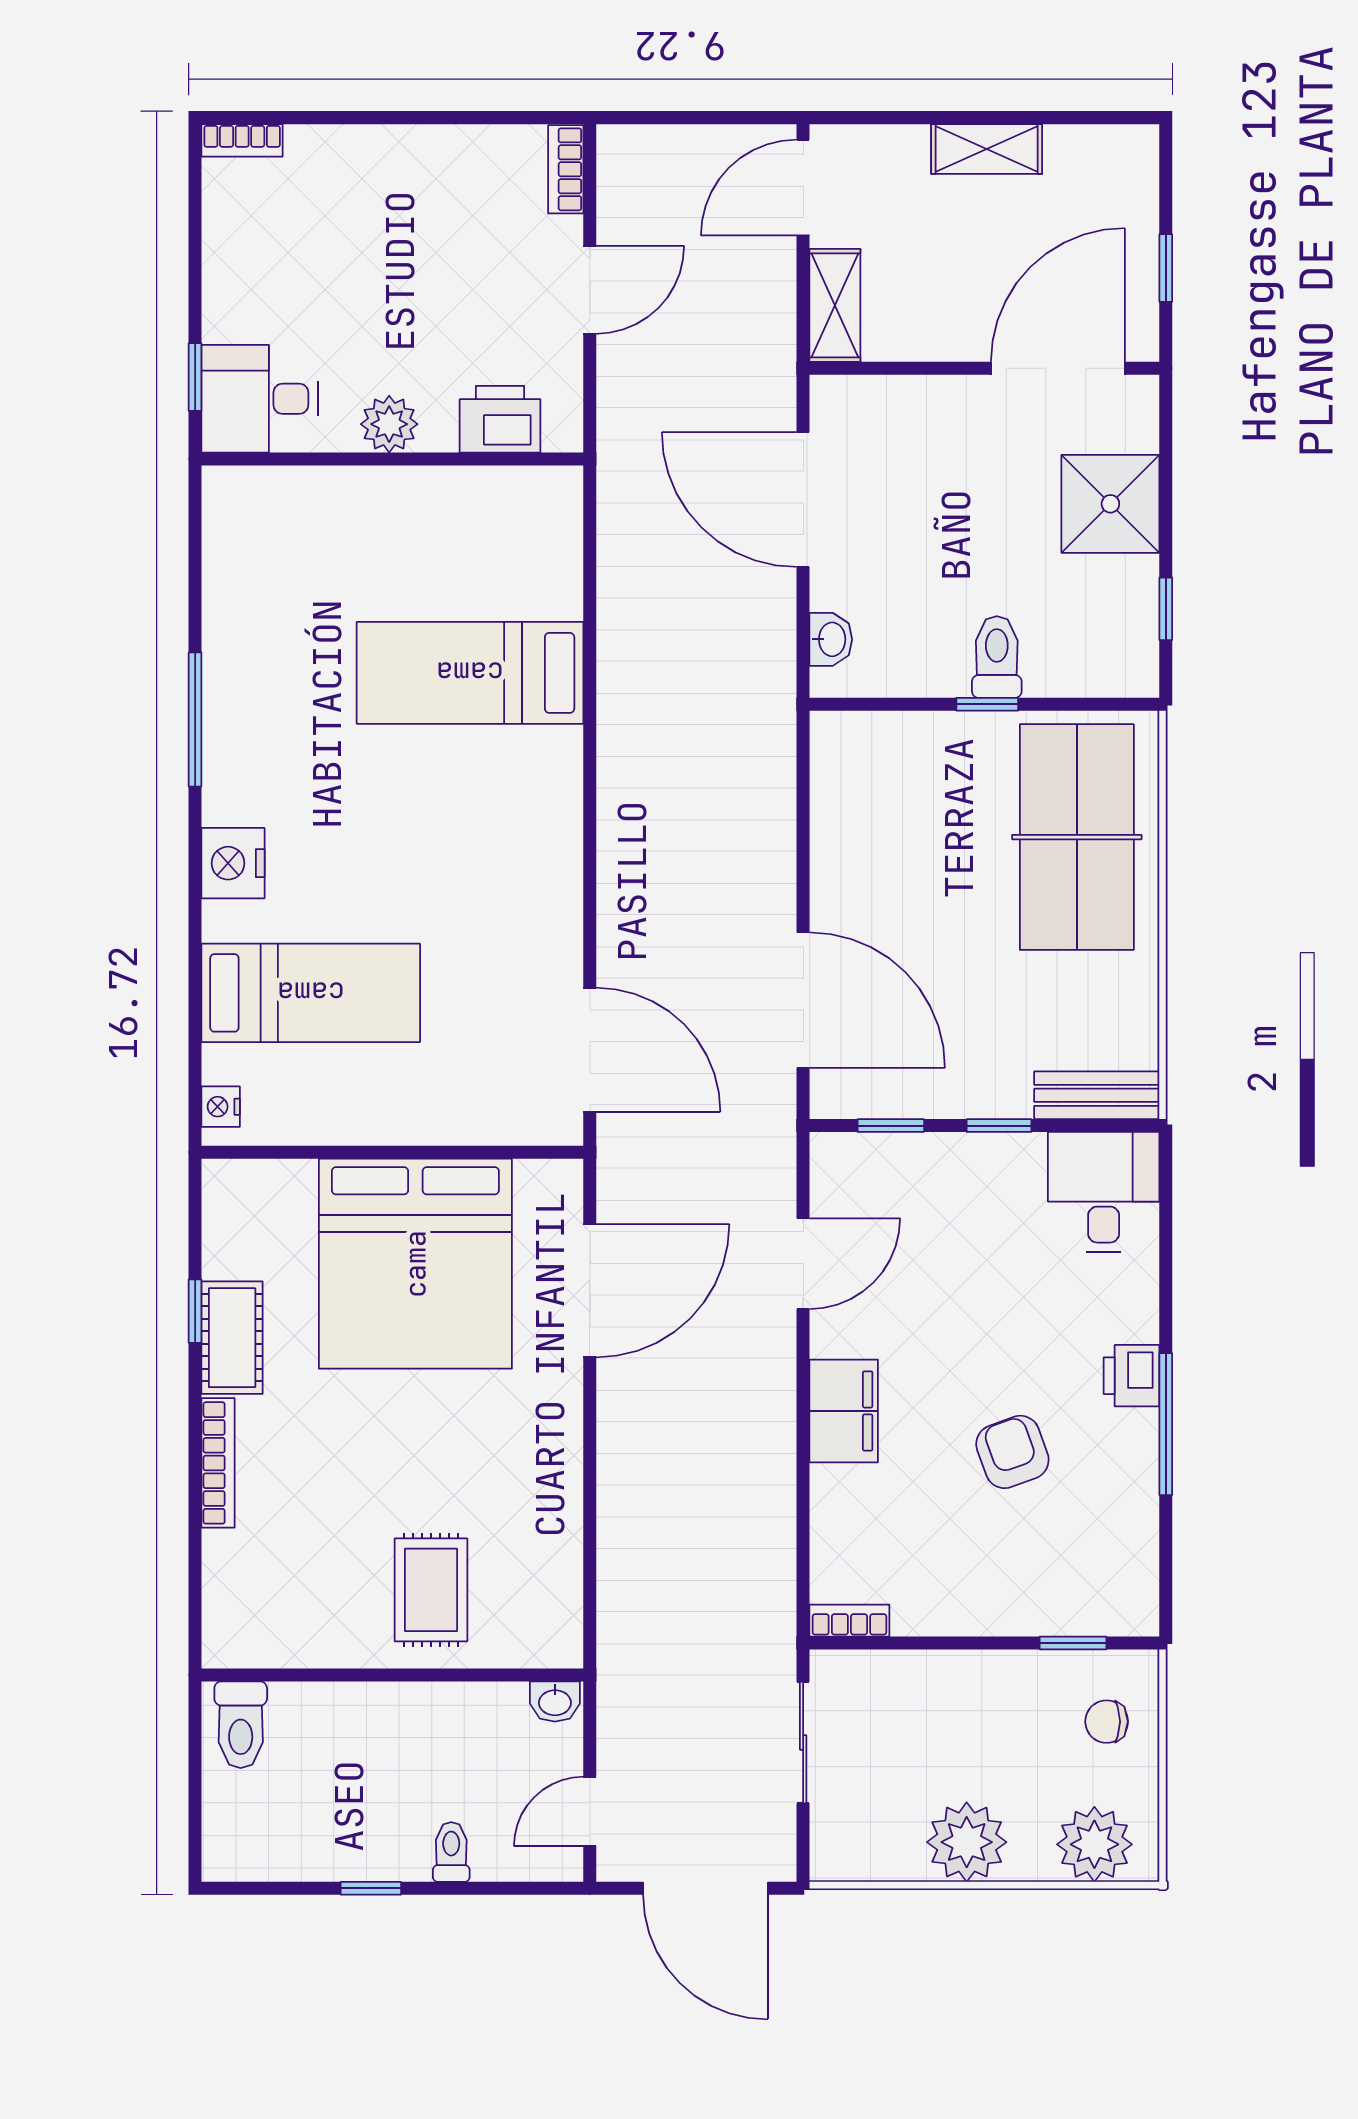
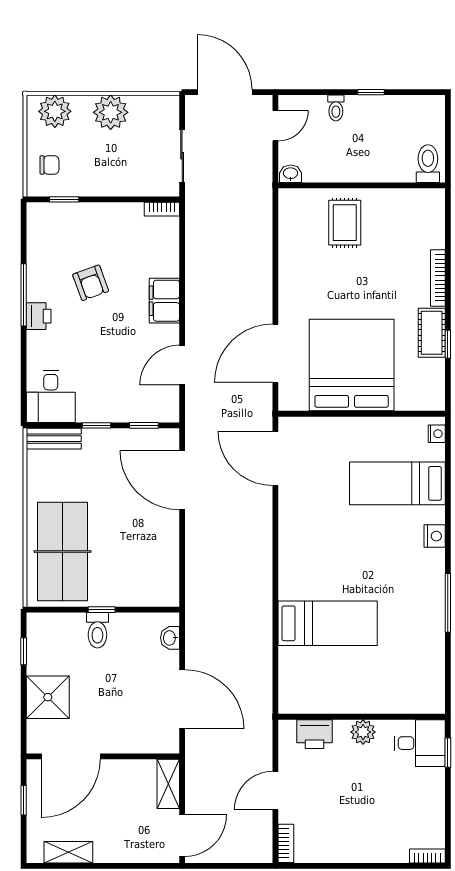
shelving: (987, 149) -> (68, 852), moved
nightstand: (233, 863) -> (435, 536), width x0.74, depth x0.75

